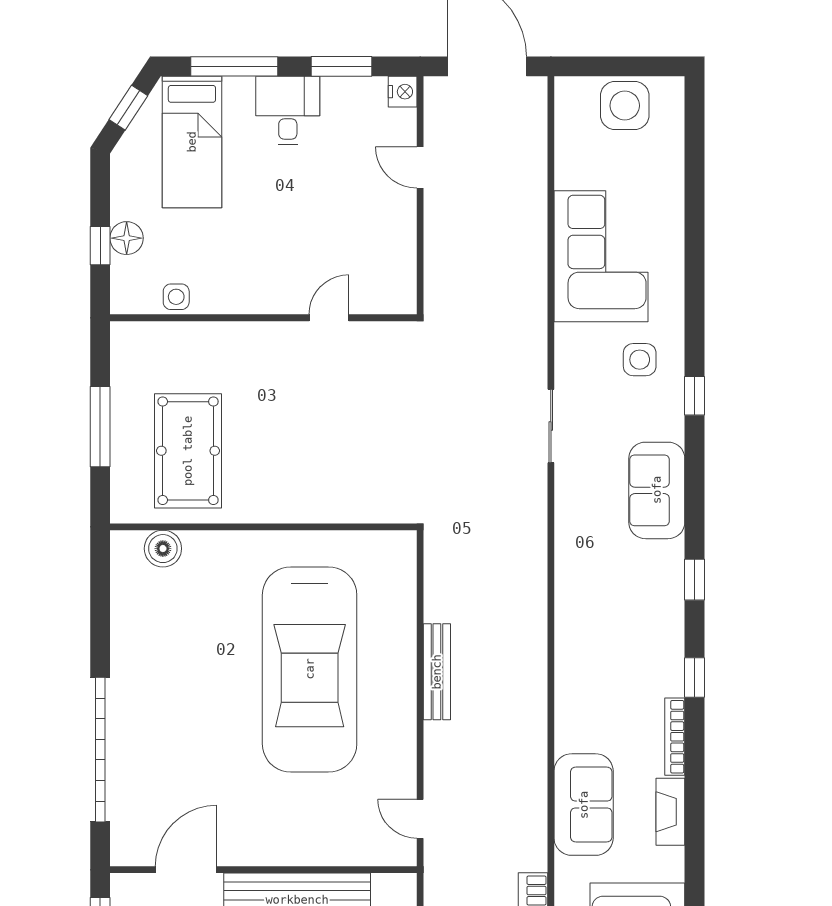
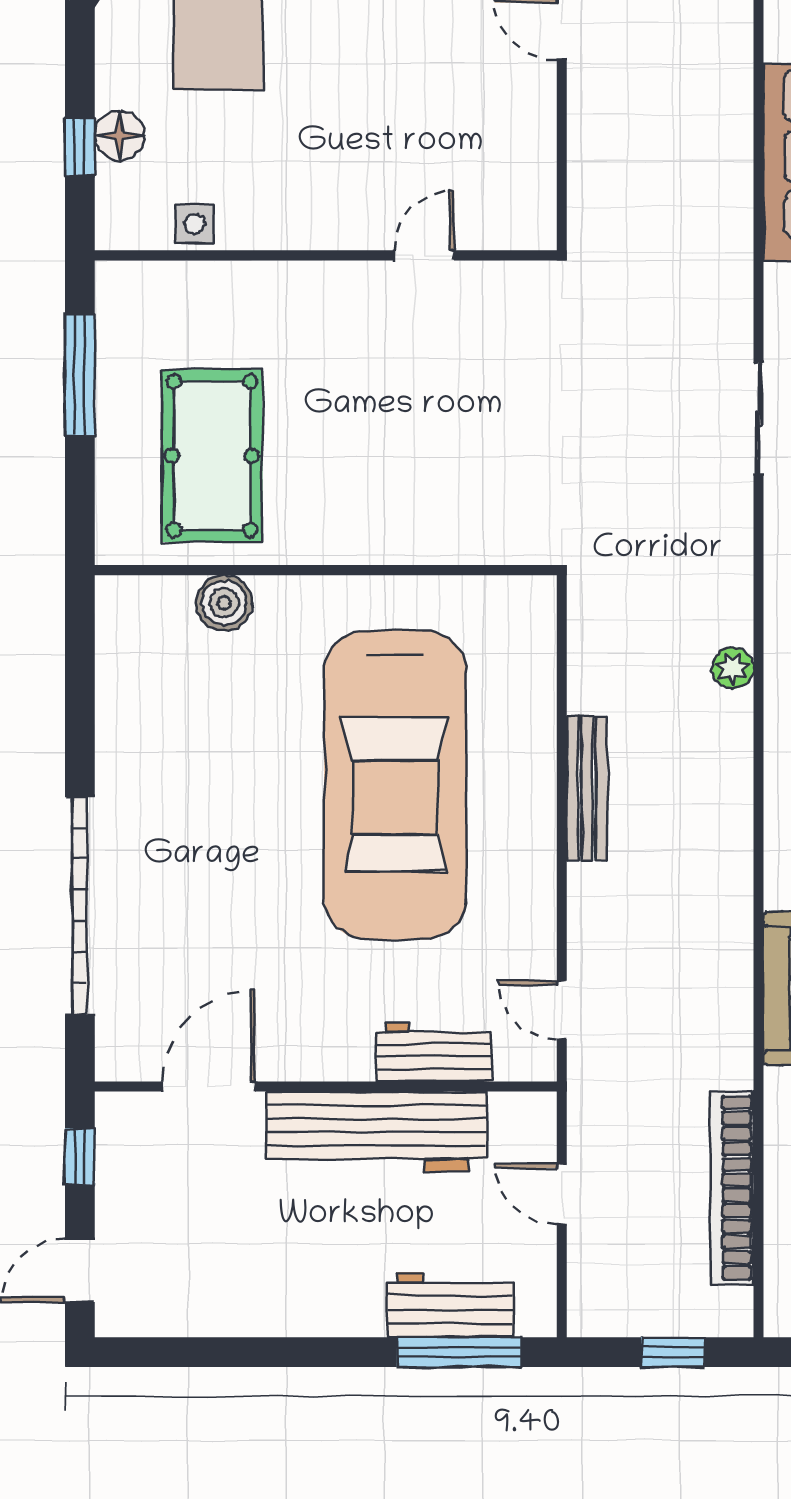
window: (100, 427) -> (80, 375), moved
boiler: (163, 549) -> (224, 603), moved
plant: (534, 592) -> (733, 668), added
workbench: (335, 847) -> (434, 1052), added

